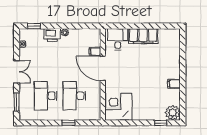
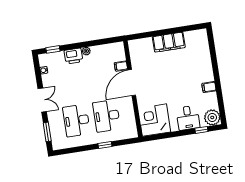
desk: (118, 39) -> (188, 118), moved, turned 180
door: (103, 68) -> (132, 83), hinge flipped

